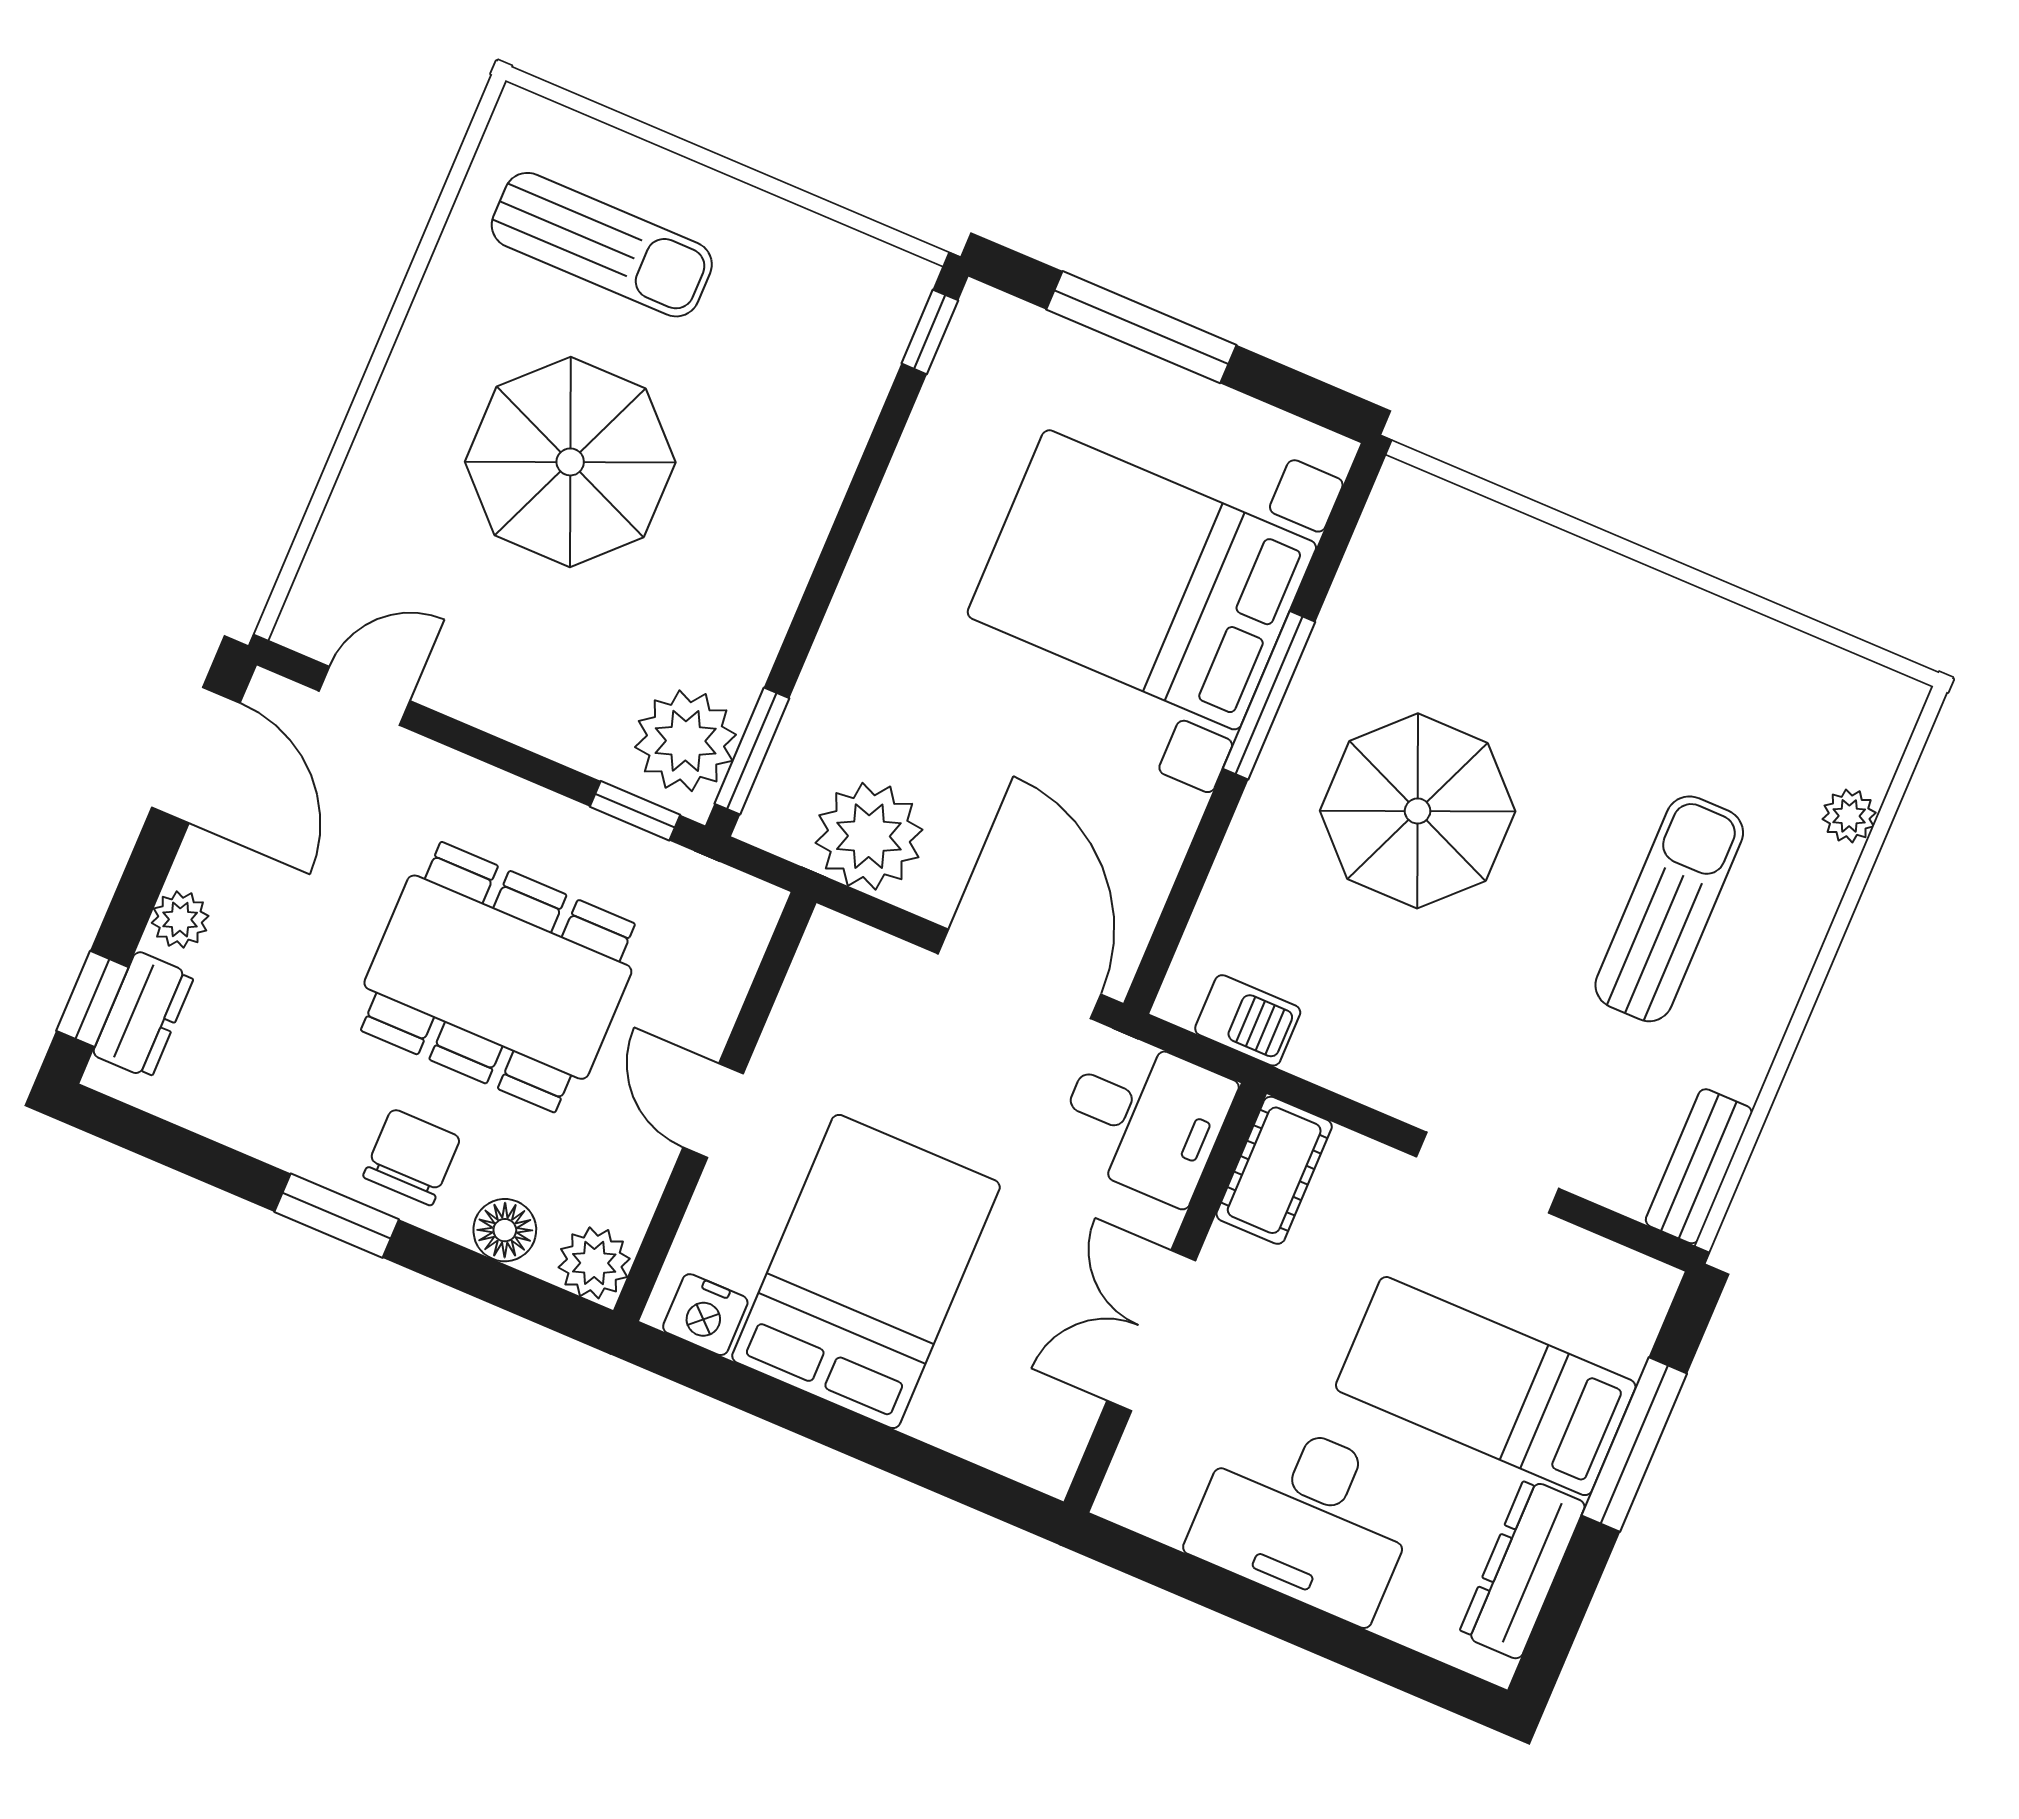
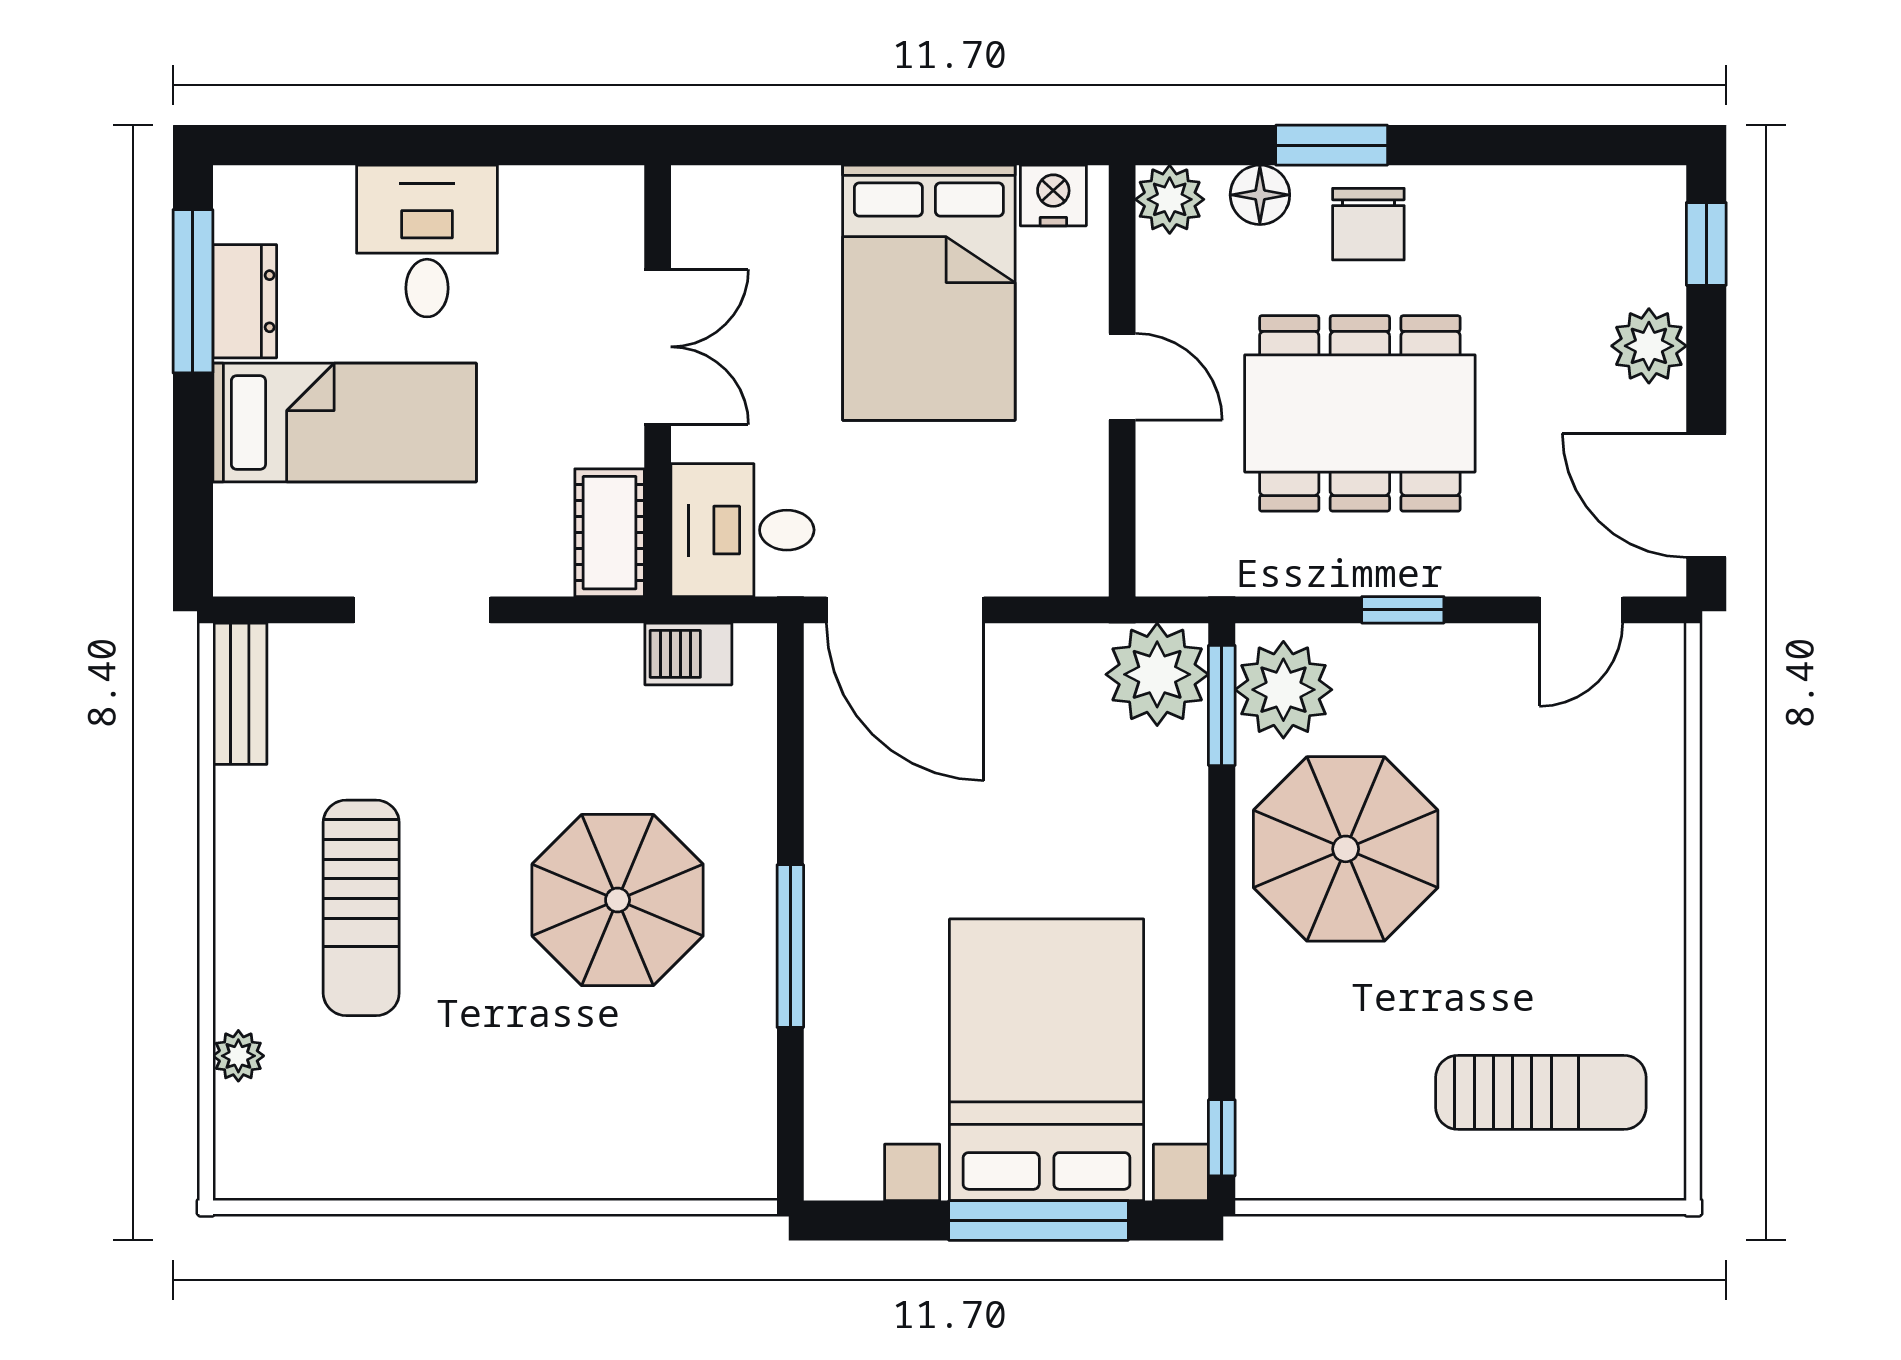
sun lounger: (602, 245) -> (1541, 1092), turned 180
parasol: (570, 462) -> (1346, 849), moved
bed with nightstands: (1142, 580) -> (1047, 1060), moved, turned -90
window: (635, 811) -> (1403, 610), moved
plant: (869, 836) -> (1157, 674), moved
plant: (180, 919) -> (1649, 346), width x1.38, depth x1.38
dresser: (143, 1015) -> (1656, 249), removed
window: (337, 1216) -> (1332, 145), moved
window: (1634, 1445) -> (193, 291), moved
desk: (1306, 1517) -> (427, 241), width x0.73
dresser: (1522, 1569) -> (245, 301), width x0.70

